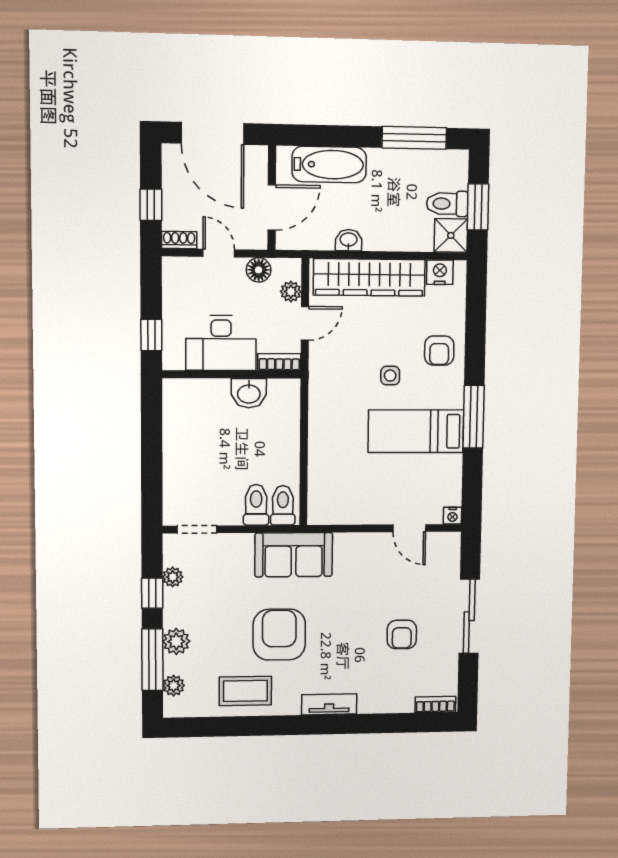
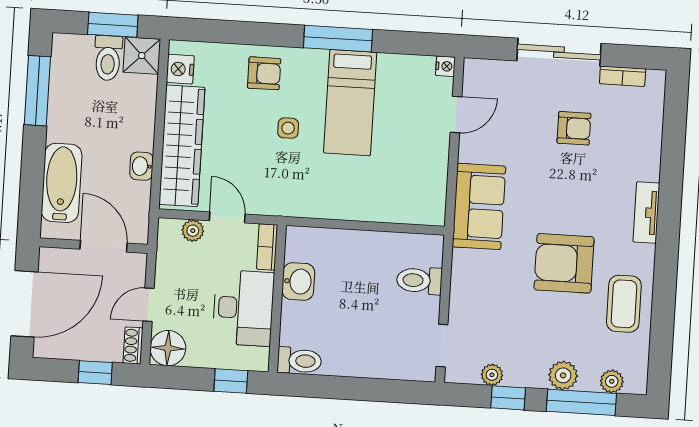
floor lamp: (259, 270) -> (168, 348), moved, width x1.38, depth x1.38
toilet: (283, 505) -> (299, 361), moved, turned 180
sofa: (294, 555) -> (479, 206), moved
bookcase: (435, 705) -> (623, 76), moved, turned -90

